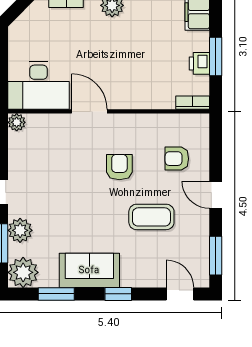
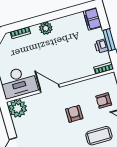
plant: (17, 122) -> (18, 108), width x1.87, depth x1.87

